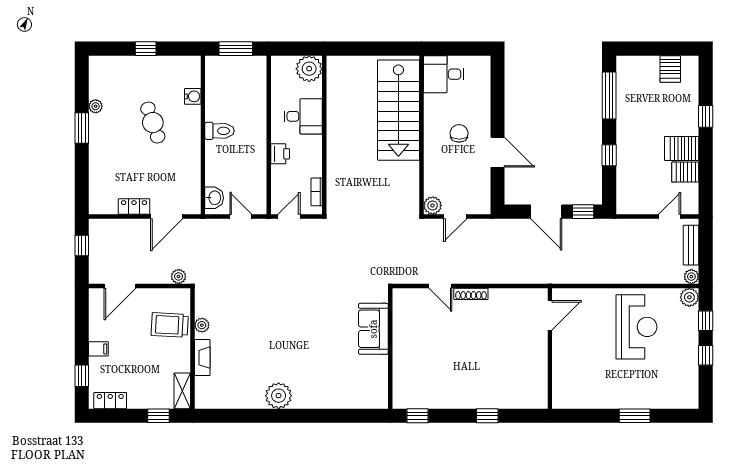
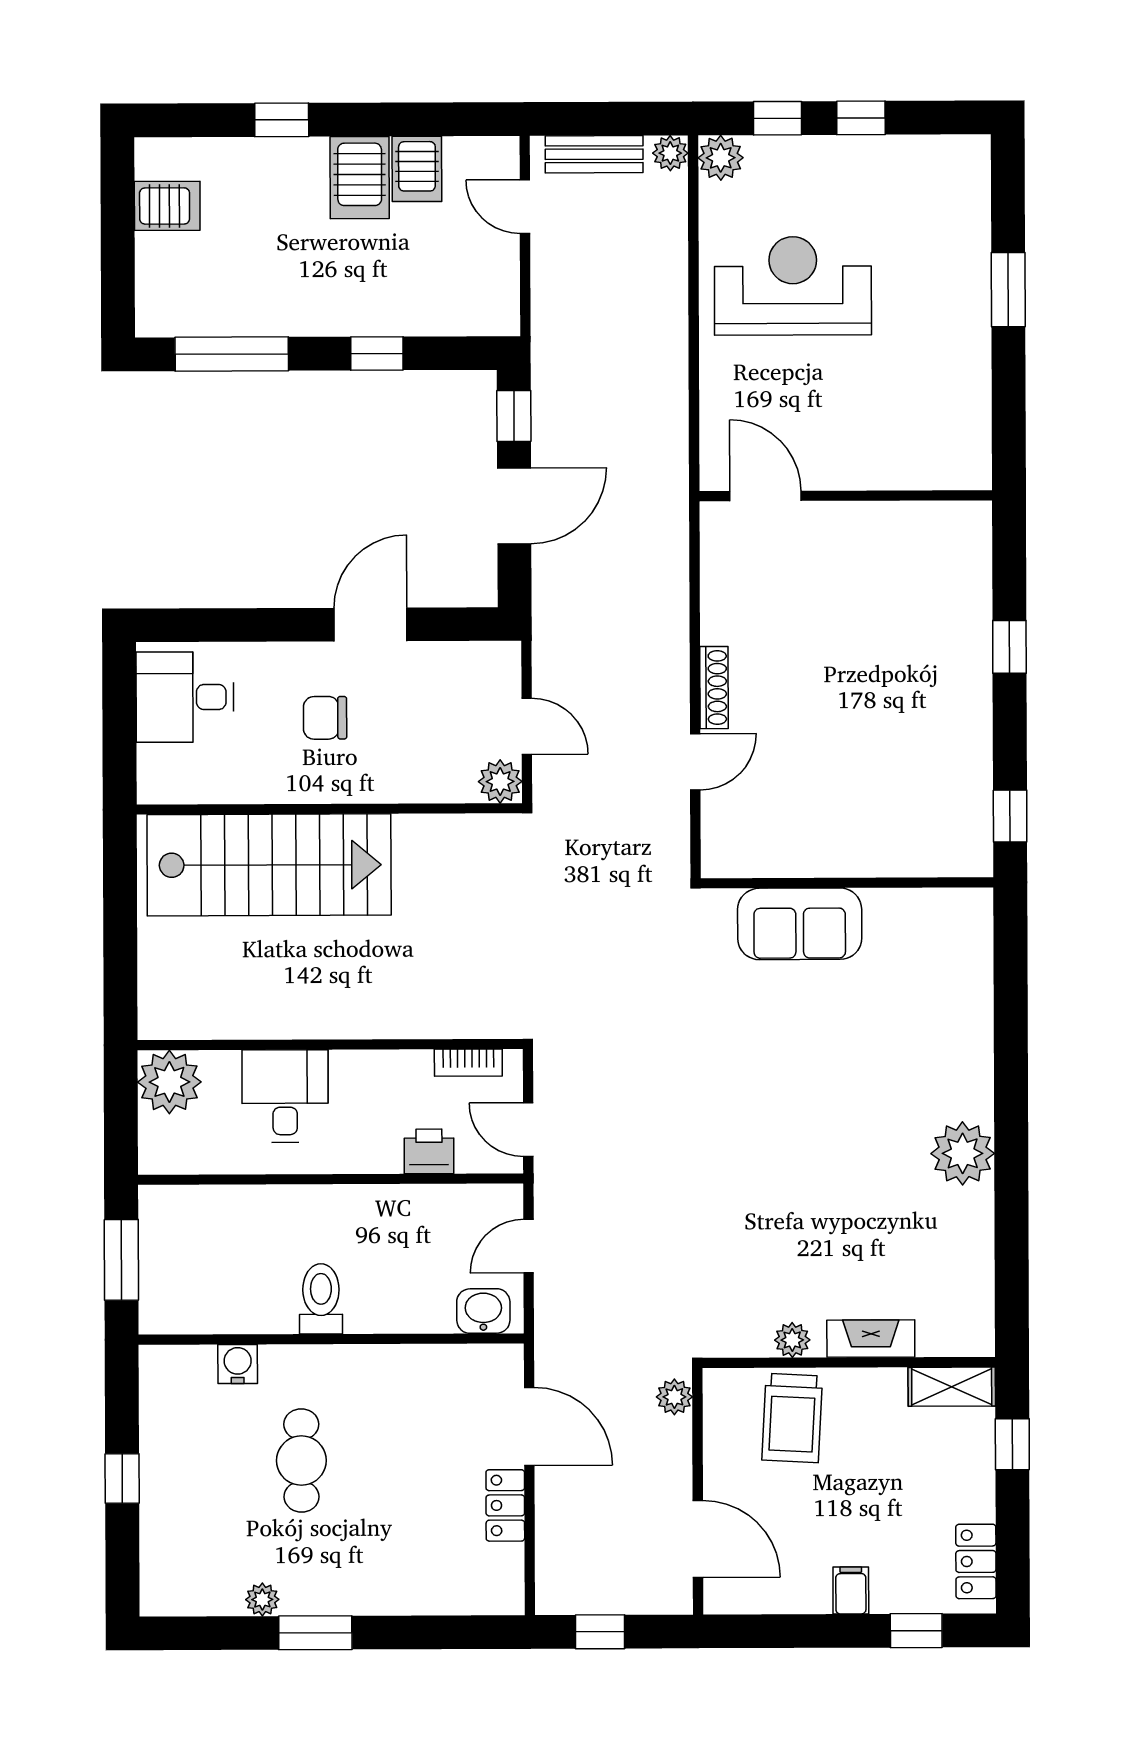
desk: (444, 74) -> (185, 697), moved, turned 90
cafe table: (153, 123) -> (301, 1461), turned -71
printer: (280, 154) -> (429, 1151), moved

